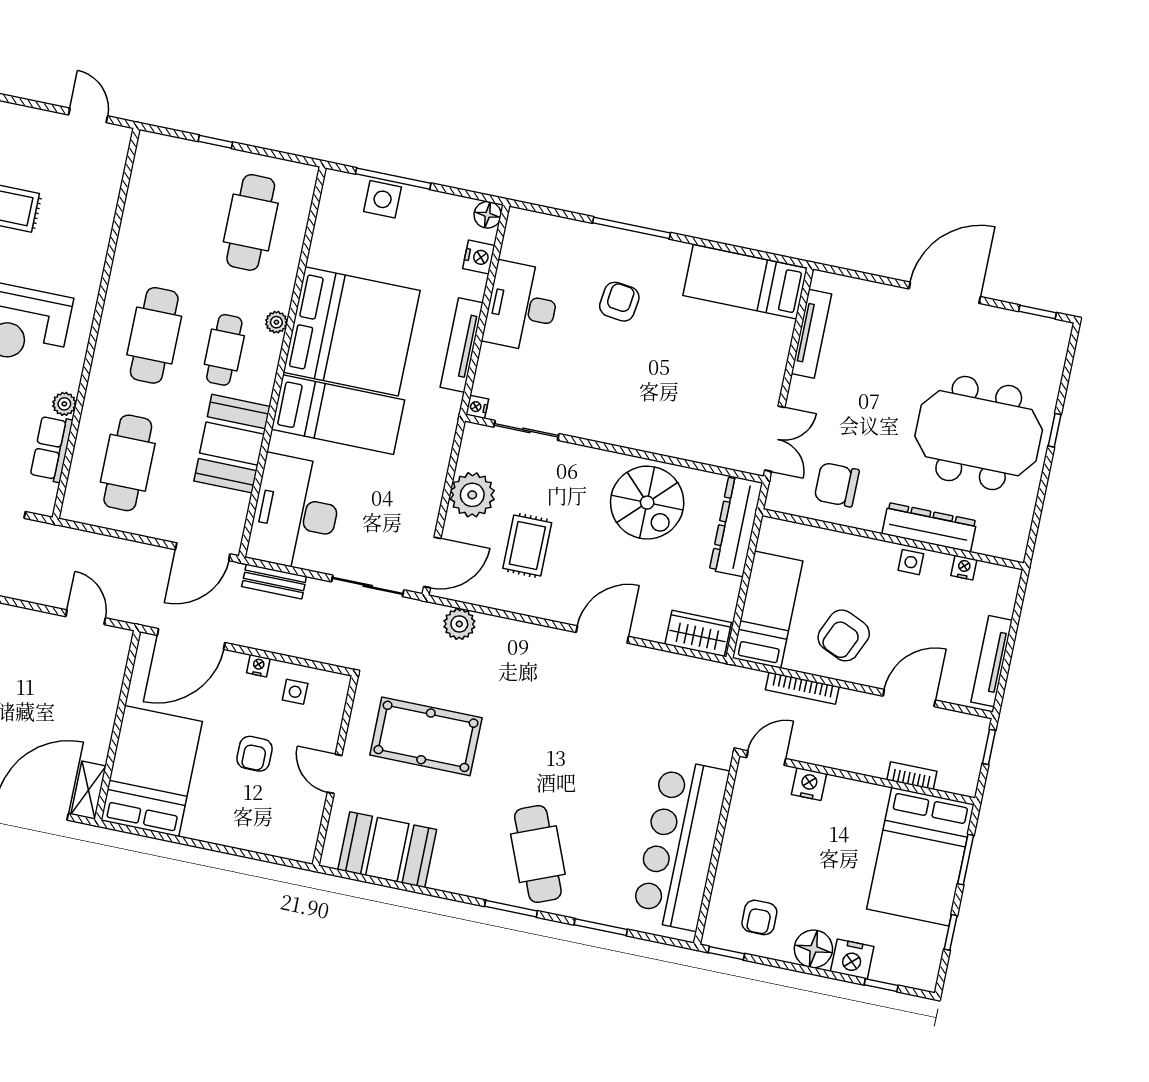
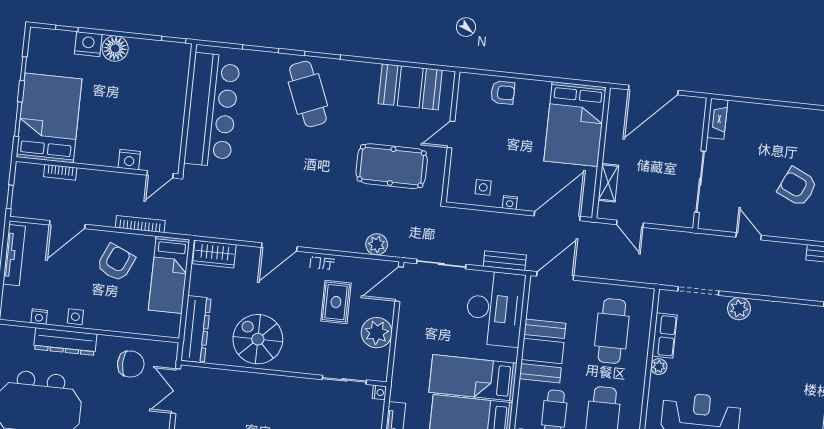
armchair: (254, 754) -> (503, 93), moved, turned 90
door: (335, 774) -> (451, 135), swing flipped
shelving: (88, 790) -> (608, 183), moved
armchair: (759, 917) -> (154, 66), removed

